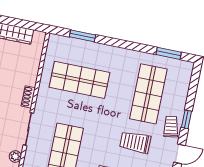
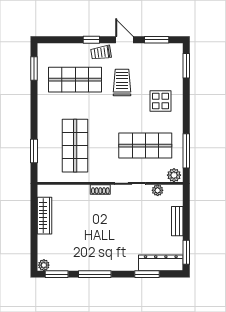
trolley: (135, 142) -> (122, 83), turned 180

